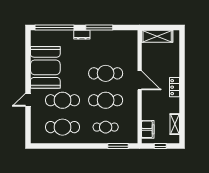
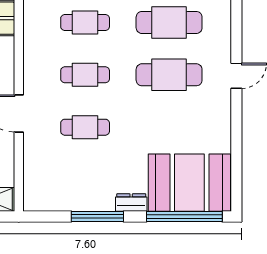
booth: (45, 67) -> (189, 183), moved, turned 90
cafe table: (106, 73) -> (85, 127), width x0.73, depth x0.74
cafe table: (106, 100) -> (85, 75), width x0.73, depth x0.74

